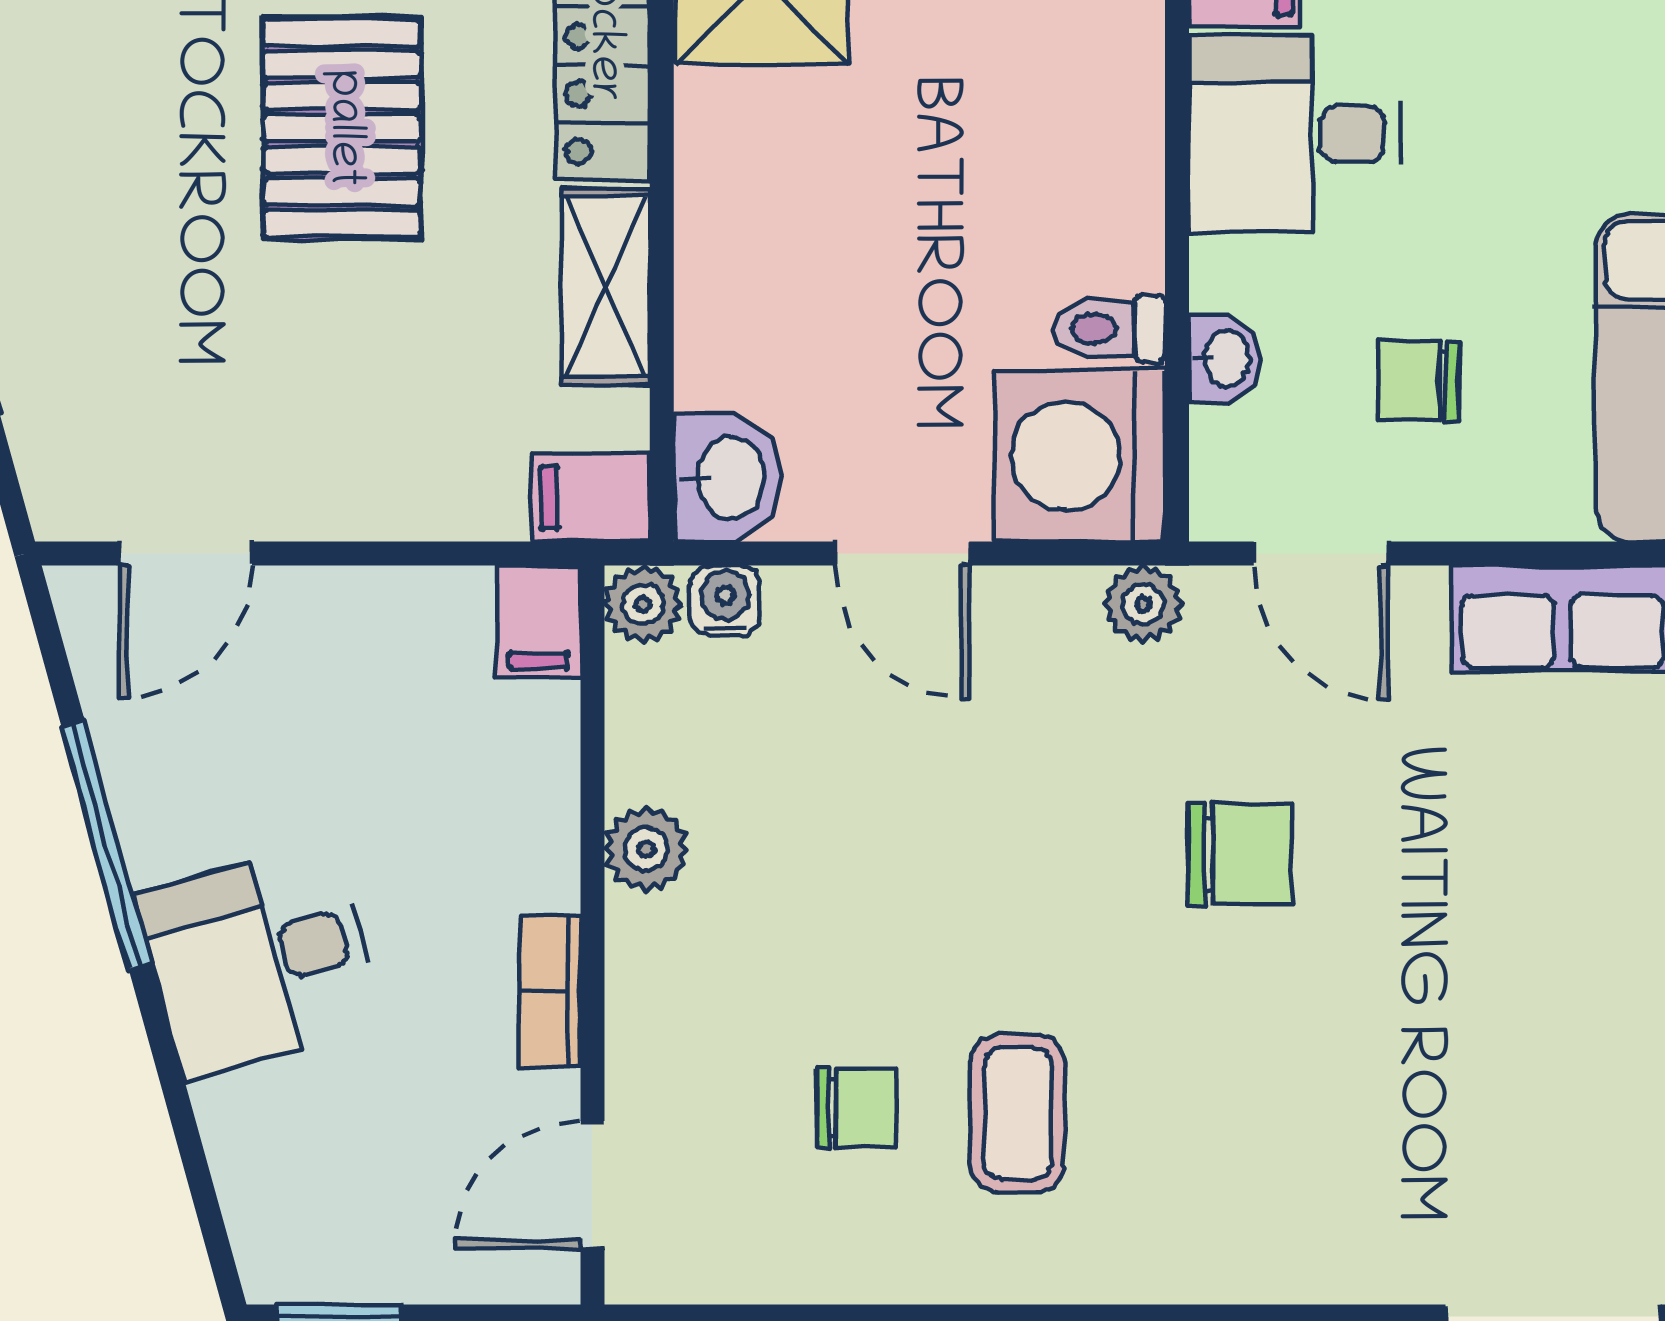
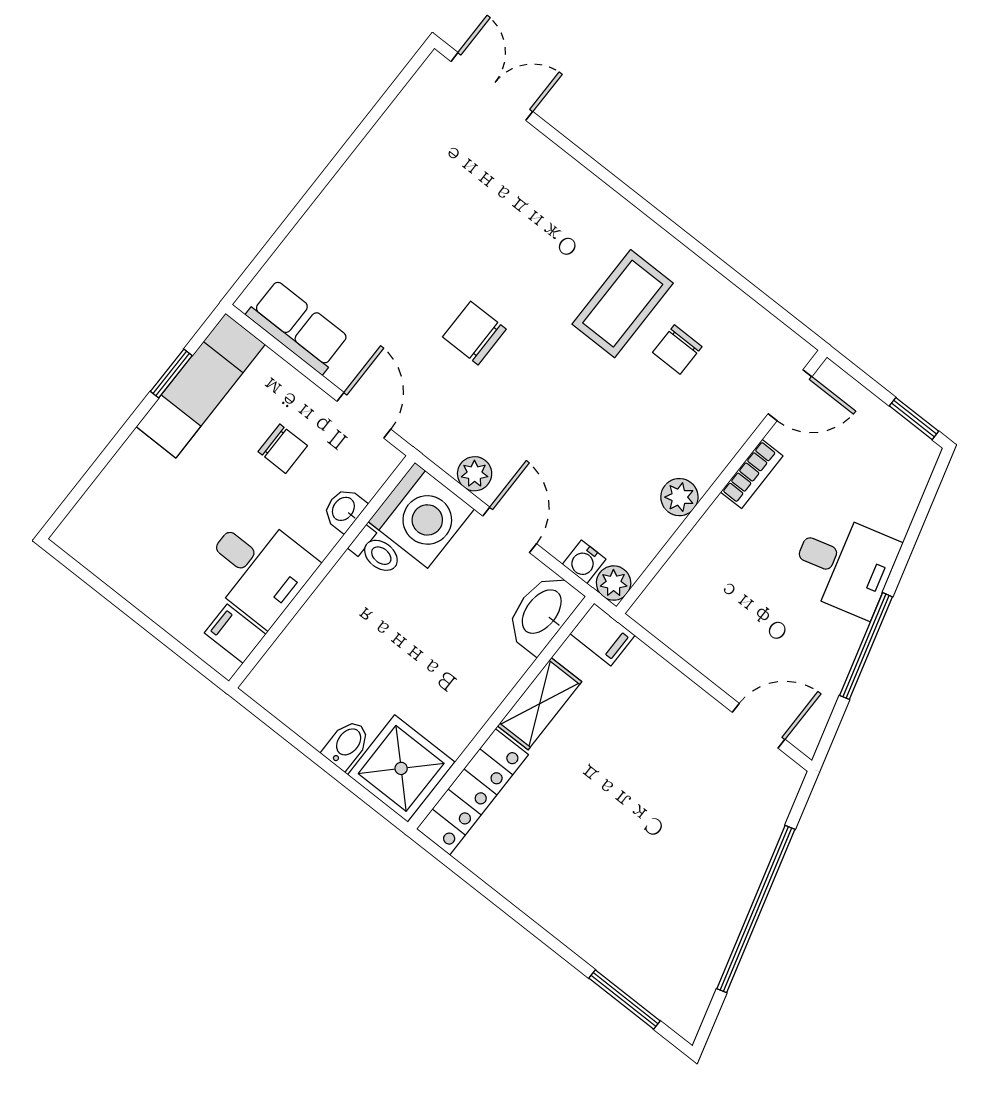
pallet: (342, 128) -> (588, 831), removed
washbasin: (728, 478) -> (543, 612), width x1.38
plant: (1143, 604) -> (475, 474), moved
filing cabinet: (538, 622) -> (655, 606), removed
chair: (857, 1108) -> (677, 350), turned -90
coffee table: (1018, 1113) -> (623, 304), width x1.36, depth x1.30

